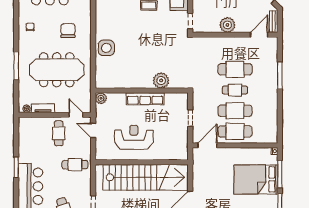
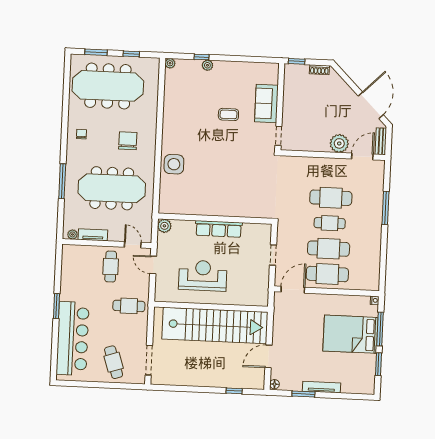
plant: (227, 25) -> (339, 143), moved
plant: (161, 80) -> (239, 207), removed

